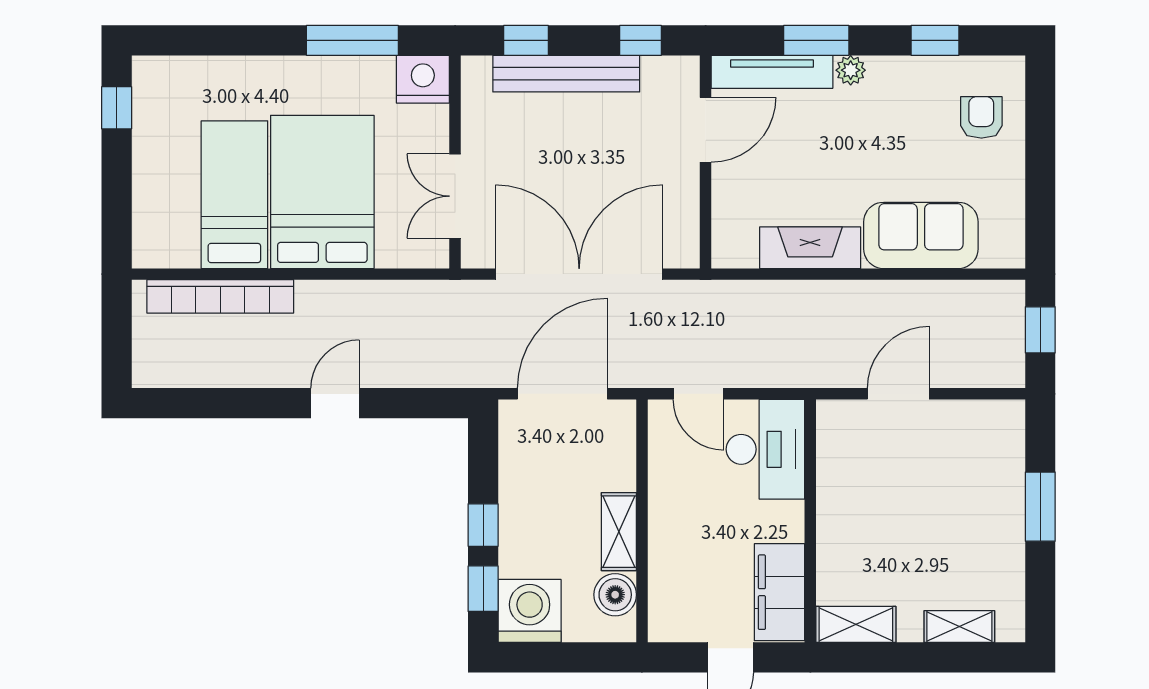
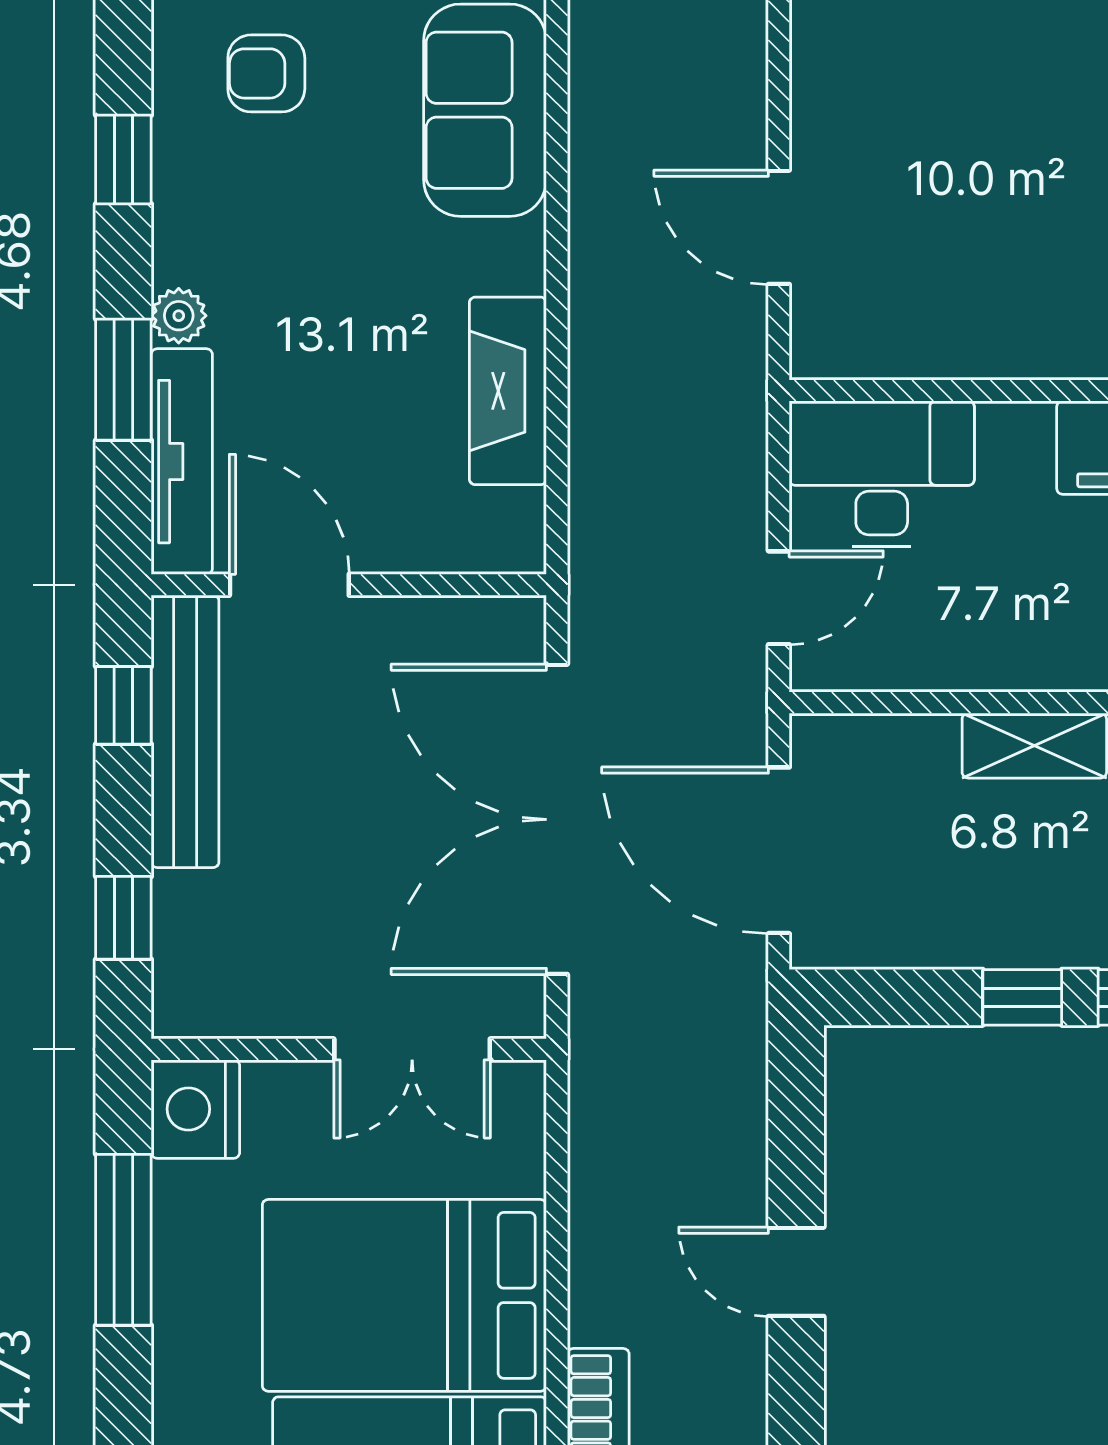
bench: (566, 74) -> (185, 731), moved
sofa: (921, 235) -> (485, 110), moved

